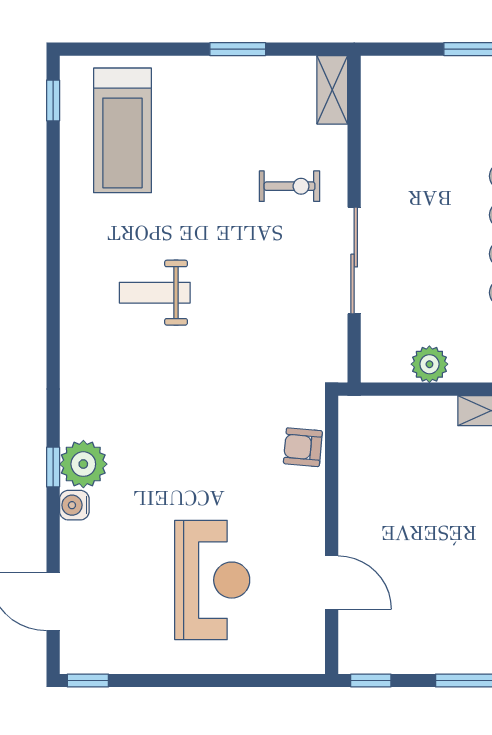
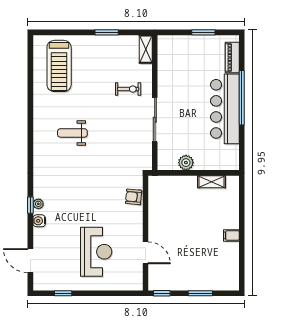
window: (53, 100) -> (30, 54), removed
plant: (83, 464) -> (38, 204), width x0.53, depth x0.53
window: (88, 681) -> (63, 293), moved

